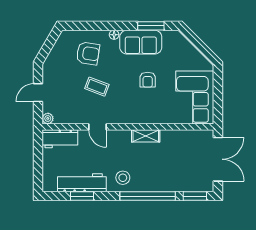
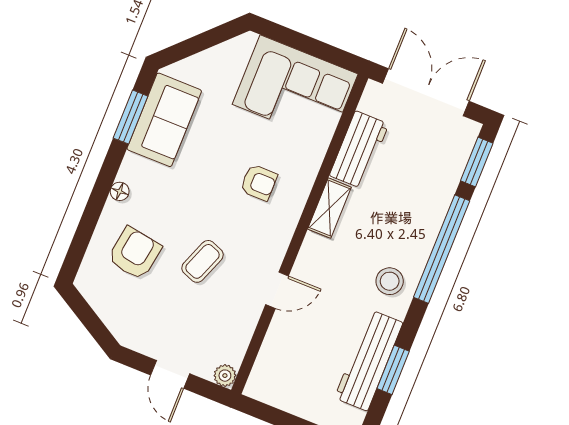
sofa: (141, 42) -> (164, 120), moved
armchair: (148, 80) -> (259, 183), moved
workbench: (60, 139) -> (359, 150), moved

